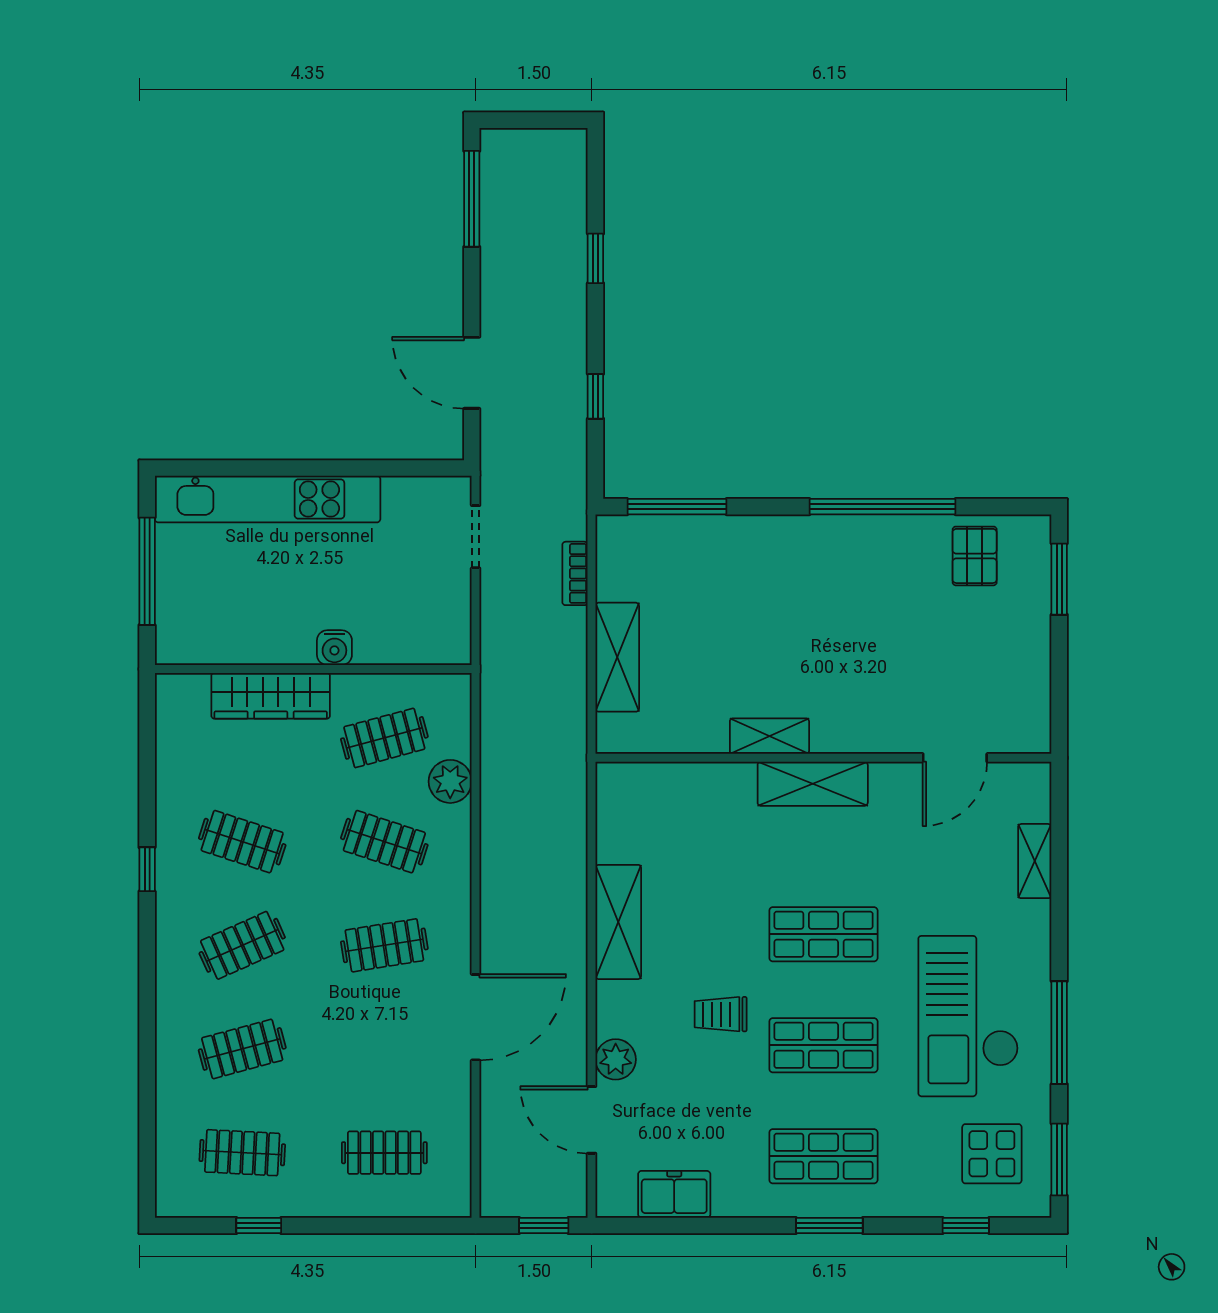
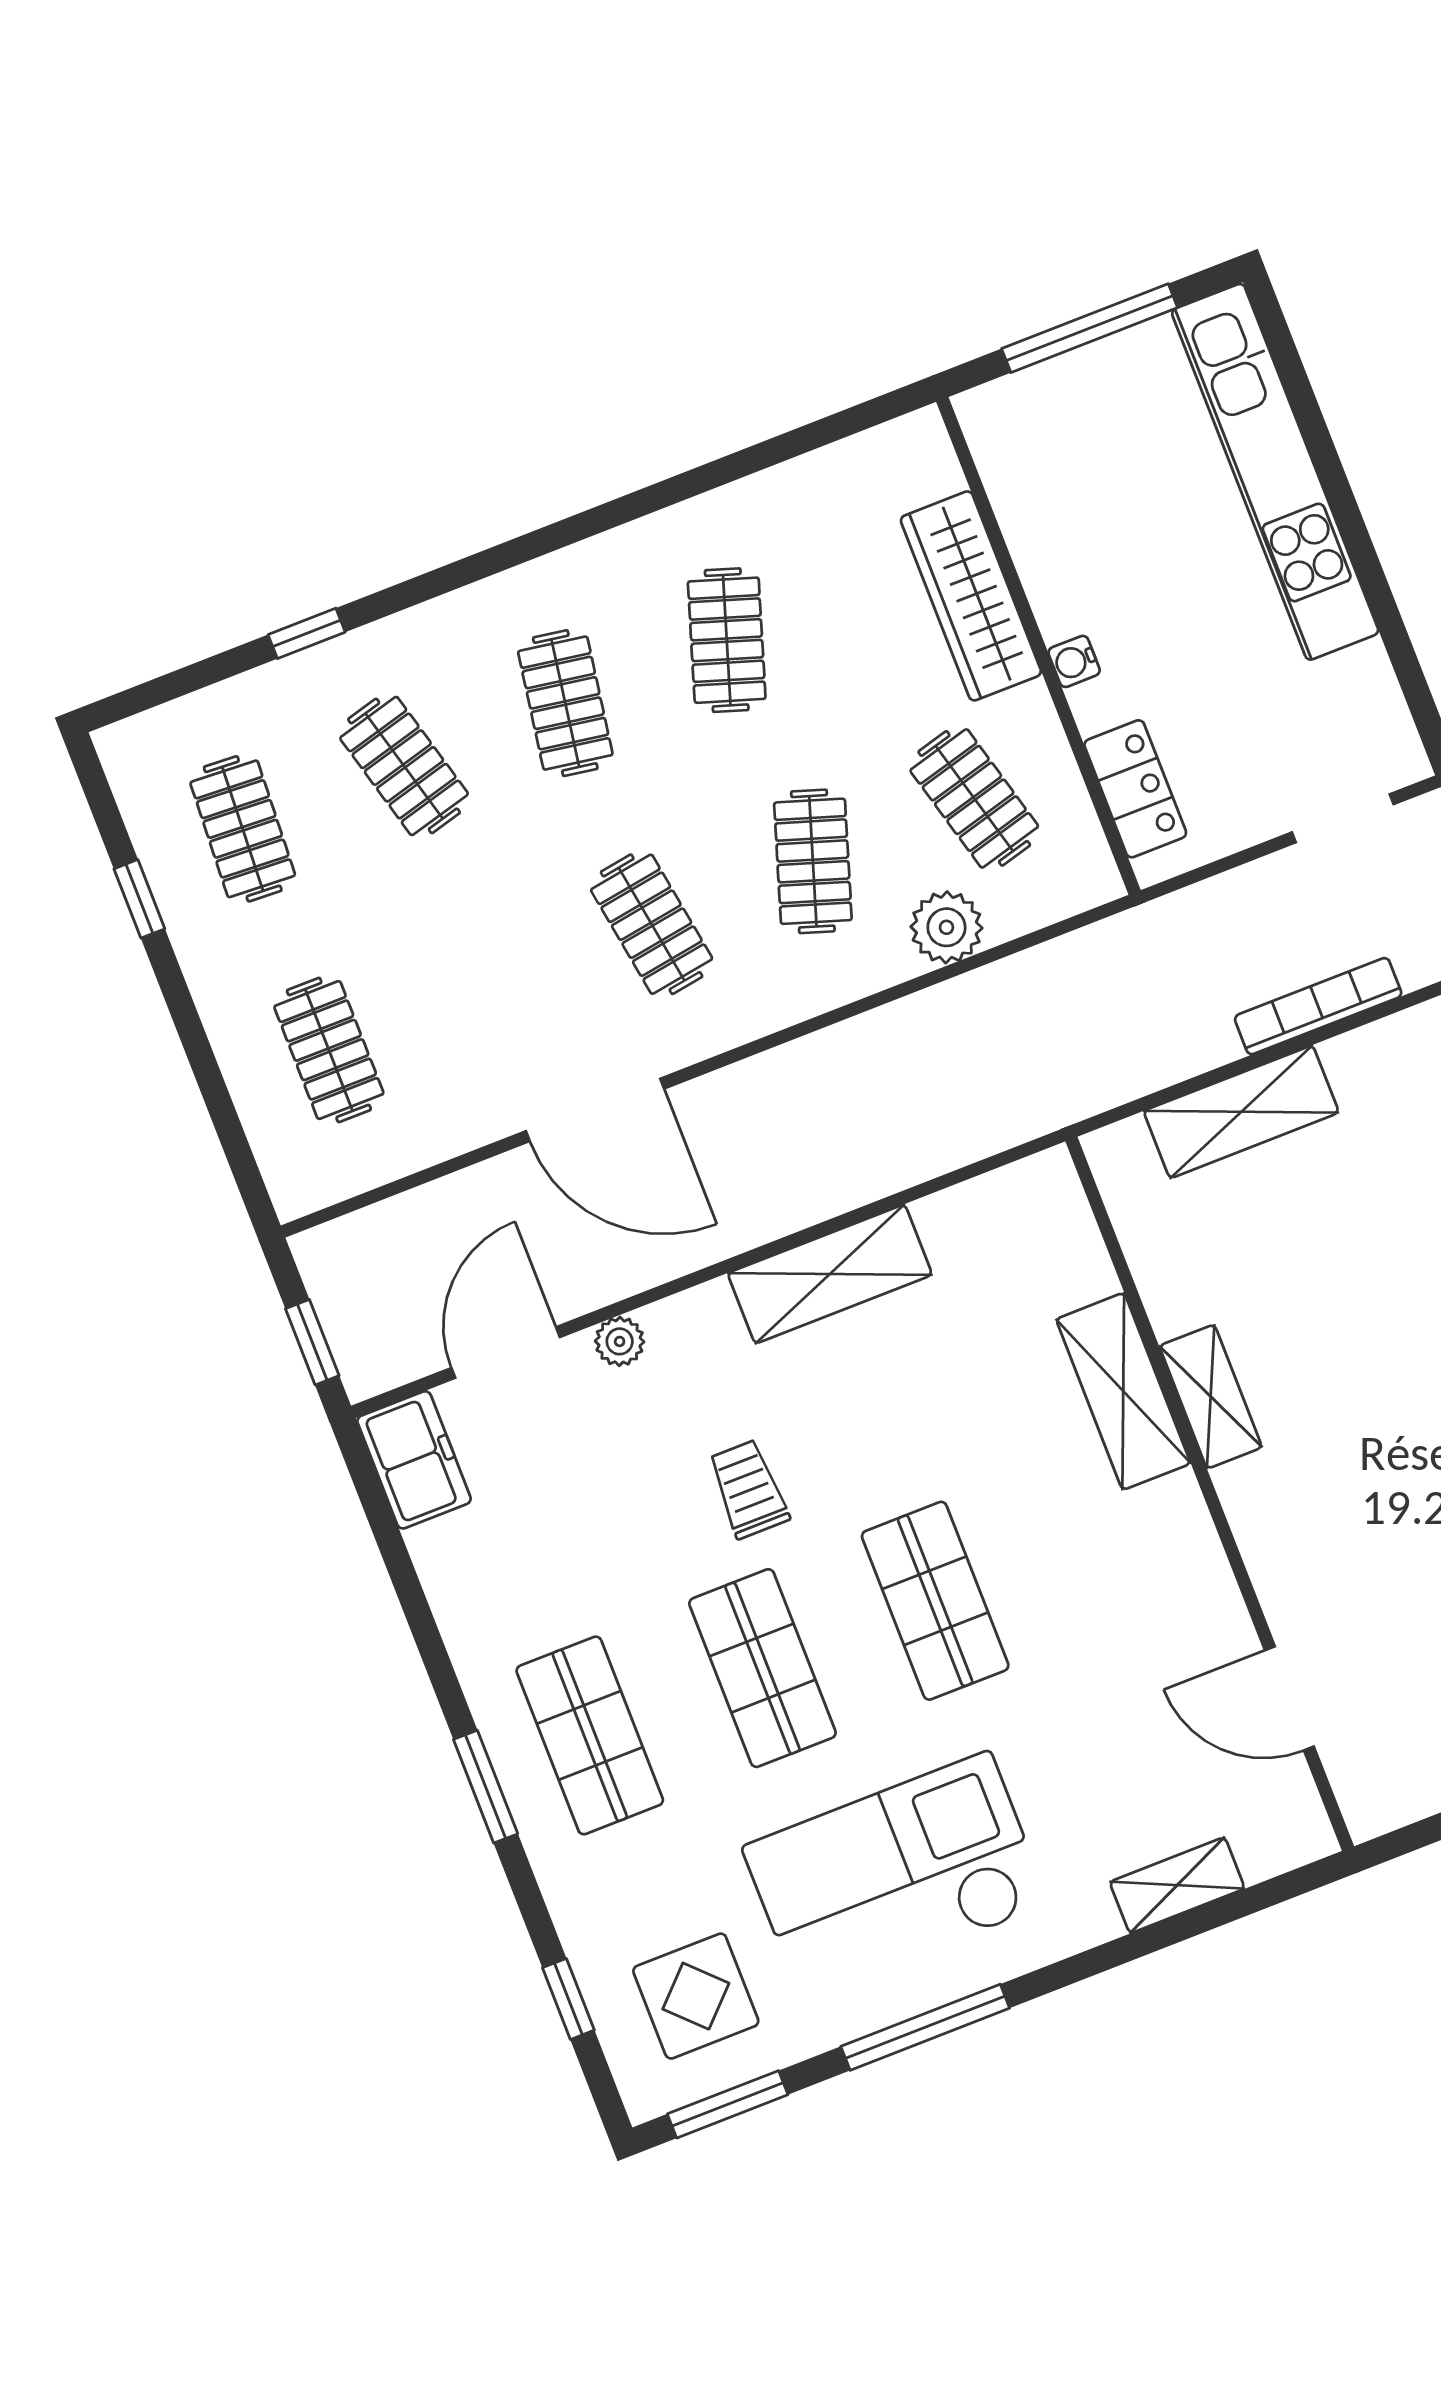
bookcase: (575, 573) -> (1318, 1006), width x1.56
locker: (414, 646) -> (1135, 789), added
water cooler: (334, 648) -> (1074, 661), width x0.72, depth x0.72
shelving: (813, 784) -> (1123, 1391), moved
window: (147, 869) -> (307, 633), moved
clothes rail: (242, 945) -> (565, 703), turned 33
plant: (616, 1059) -> (620, 1341), width x0.73, depth x0.73
freezer: (674, 1194) -> (414, 1460), moved

